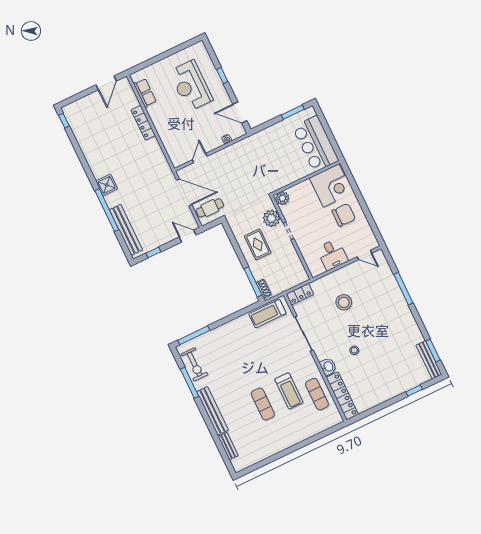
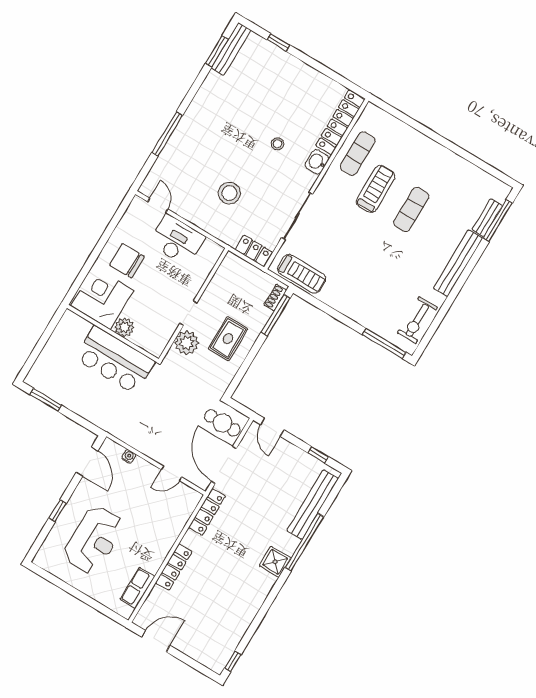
bar counter: (316, 144) -> (115, 360), moved, turned 90
locker: (163, 164) -> (207, 512), added
plant: (282, 198) -> (124, 327), moved
desk: (332, 254) -> (177, 240), width x1.37
exercise bike: (194, 364) -> (417, 320), turned 180
window: (189, 383) -> (498, 221), moved

